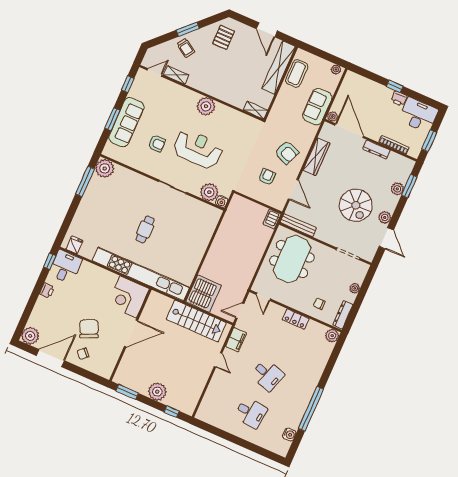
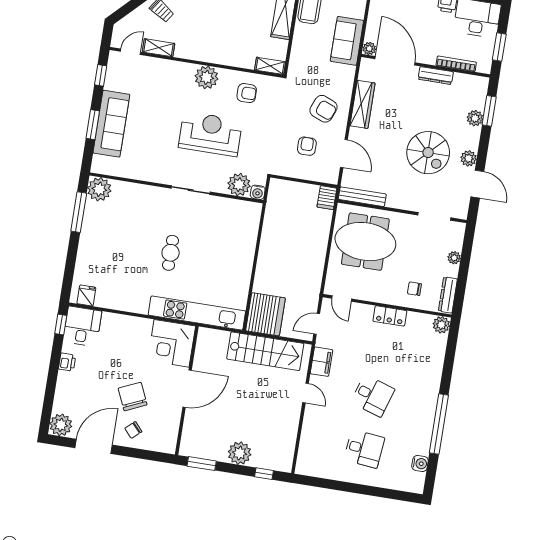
armchair: (157, 143) -> (247, 93), moved
meeting table: (292, 259) -> (365, 242), turned 90
kitchen unit: (141, 274) -> (197, 313), width x0.73

